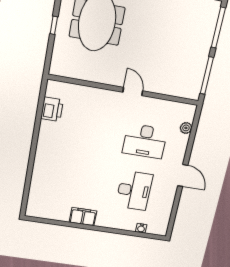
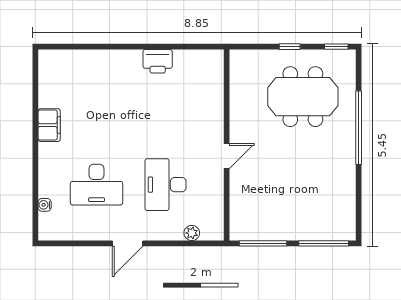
printer: (52, 109) -> (158, 61), moved

